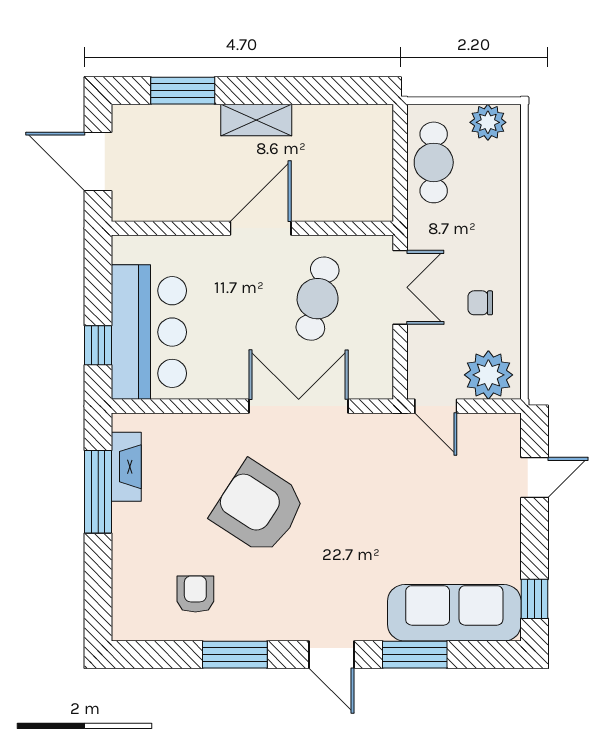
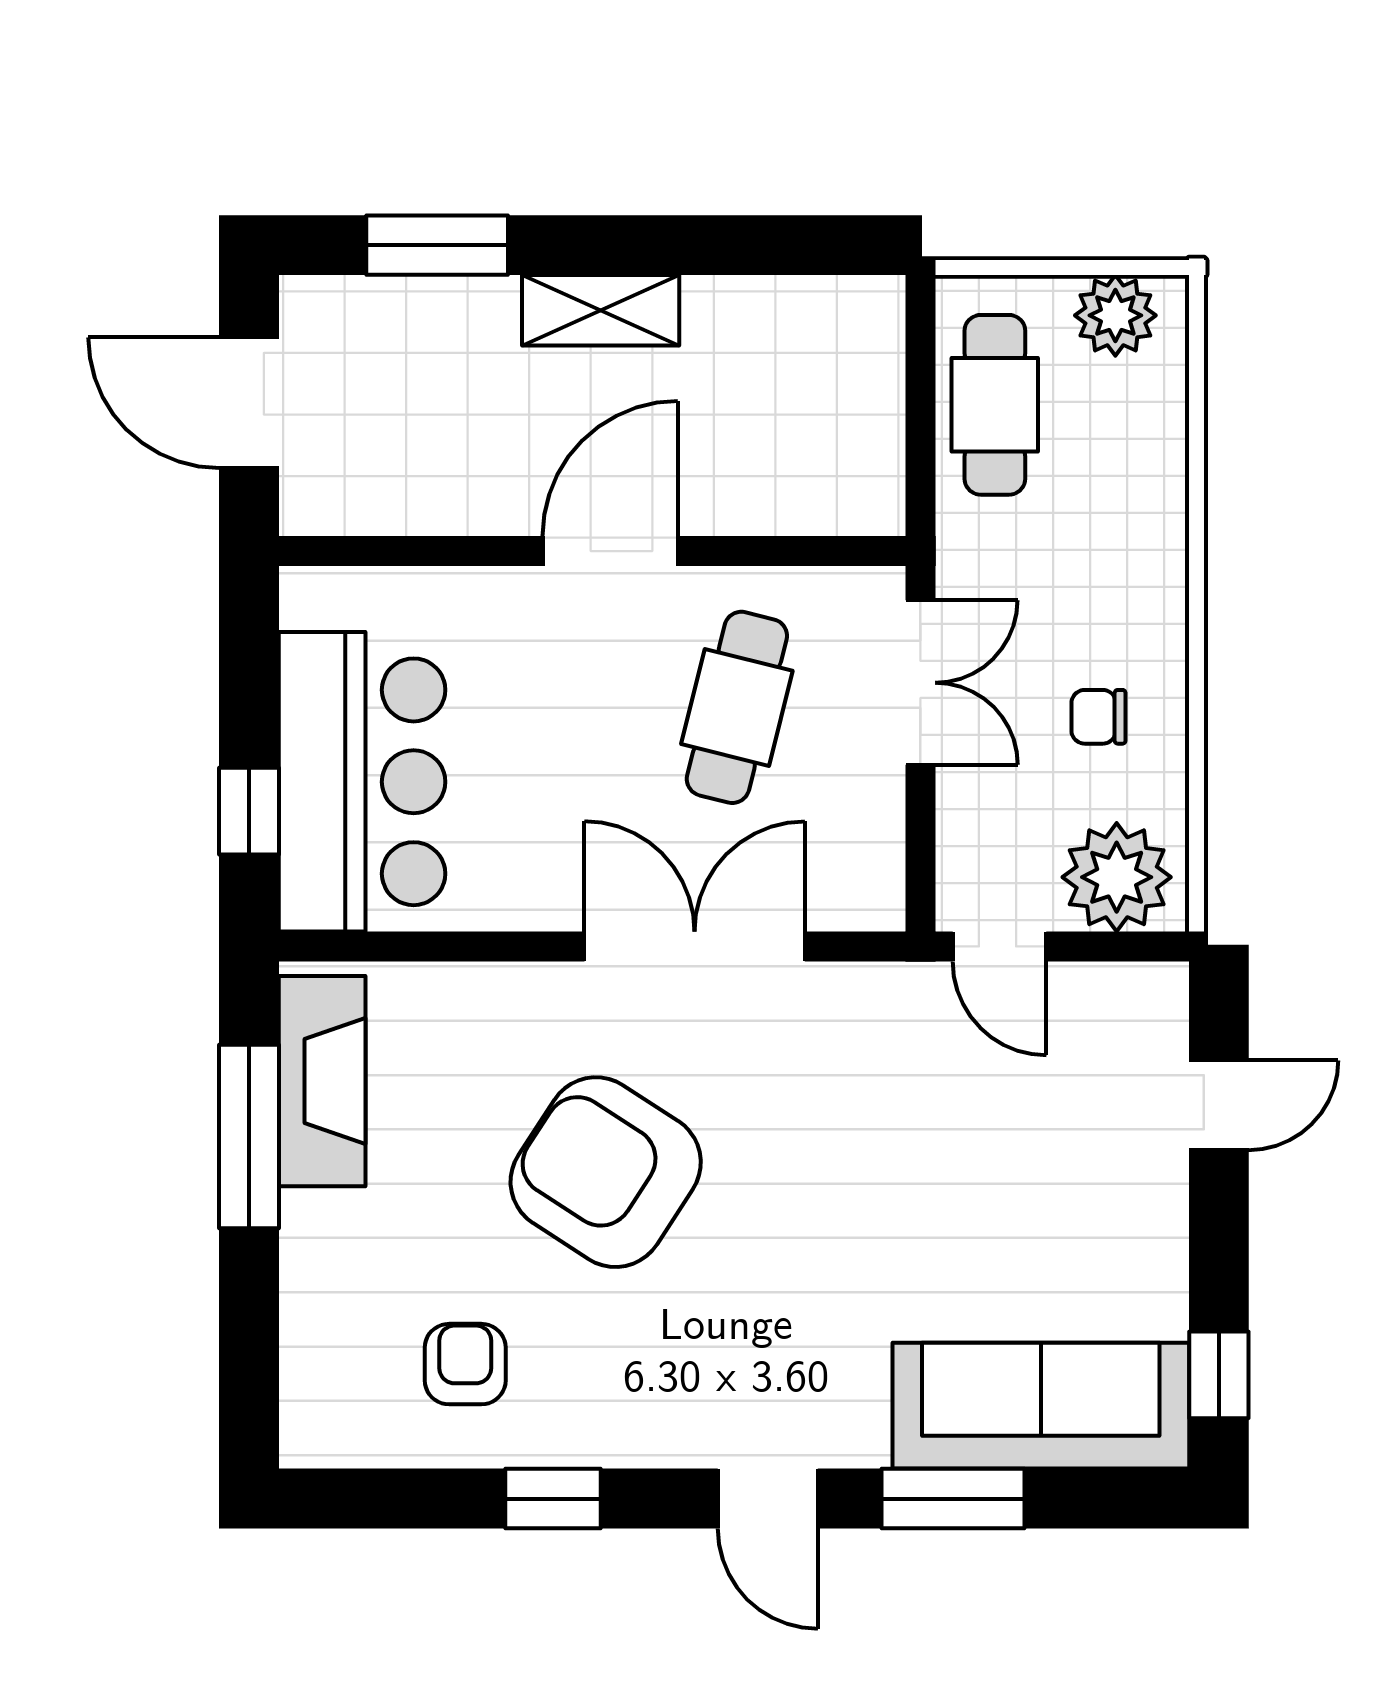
fireplace: (126, 467) -> (322, 1081), width x1.37, depth x1.32
window: (235, 655) -> (553, 1499), width x0.67

